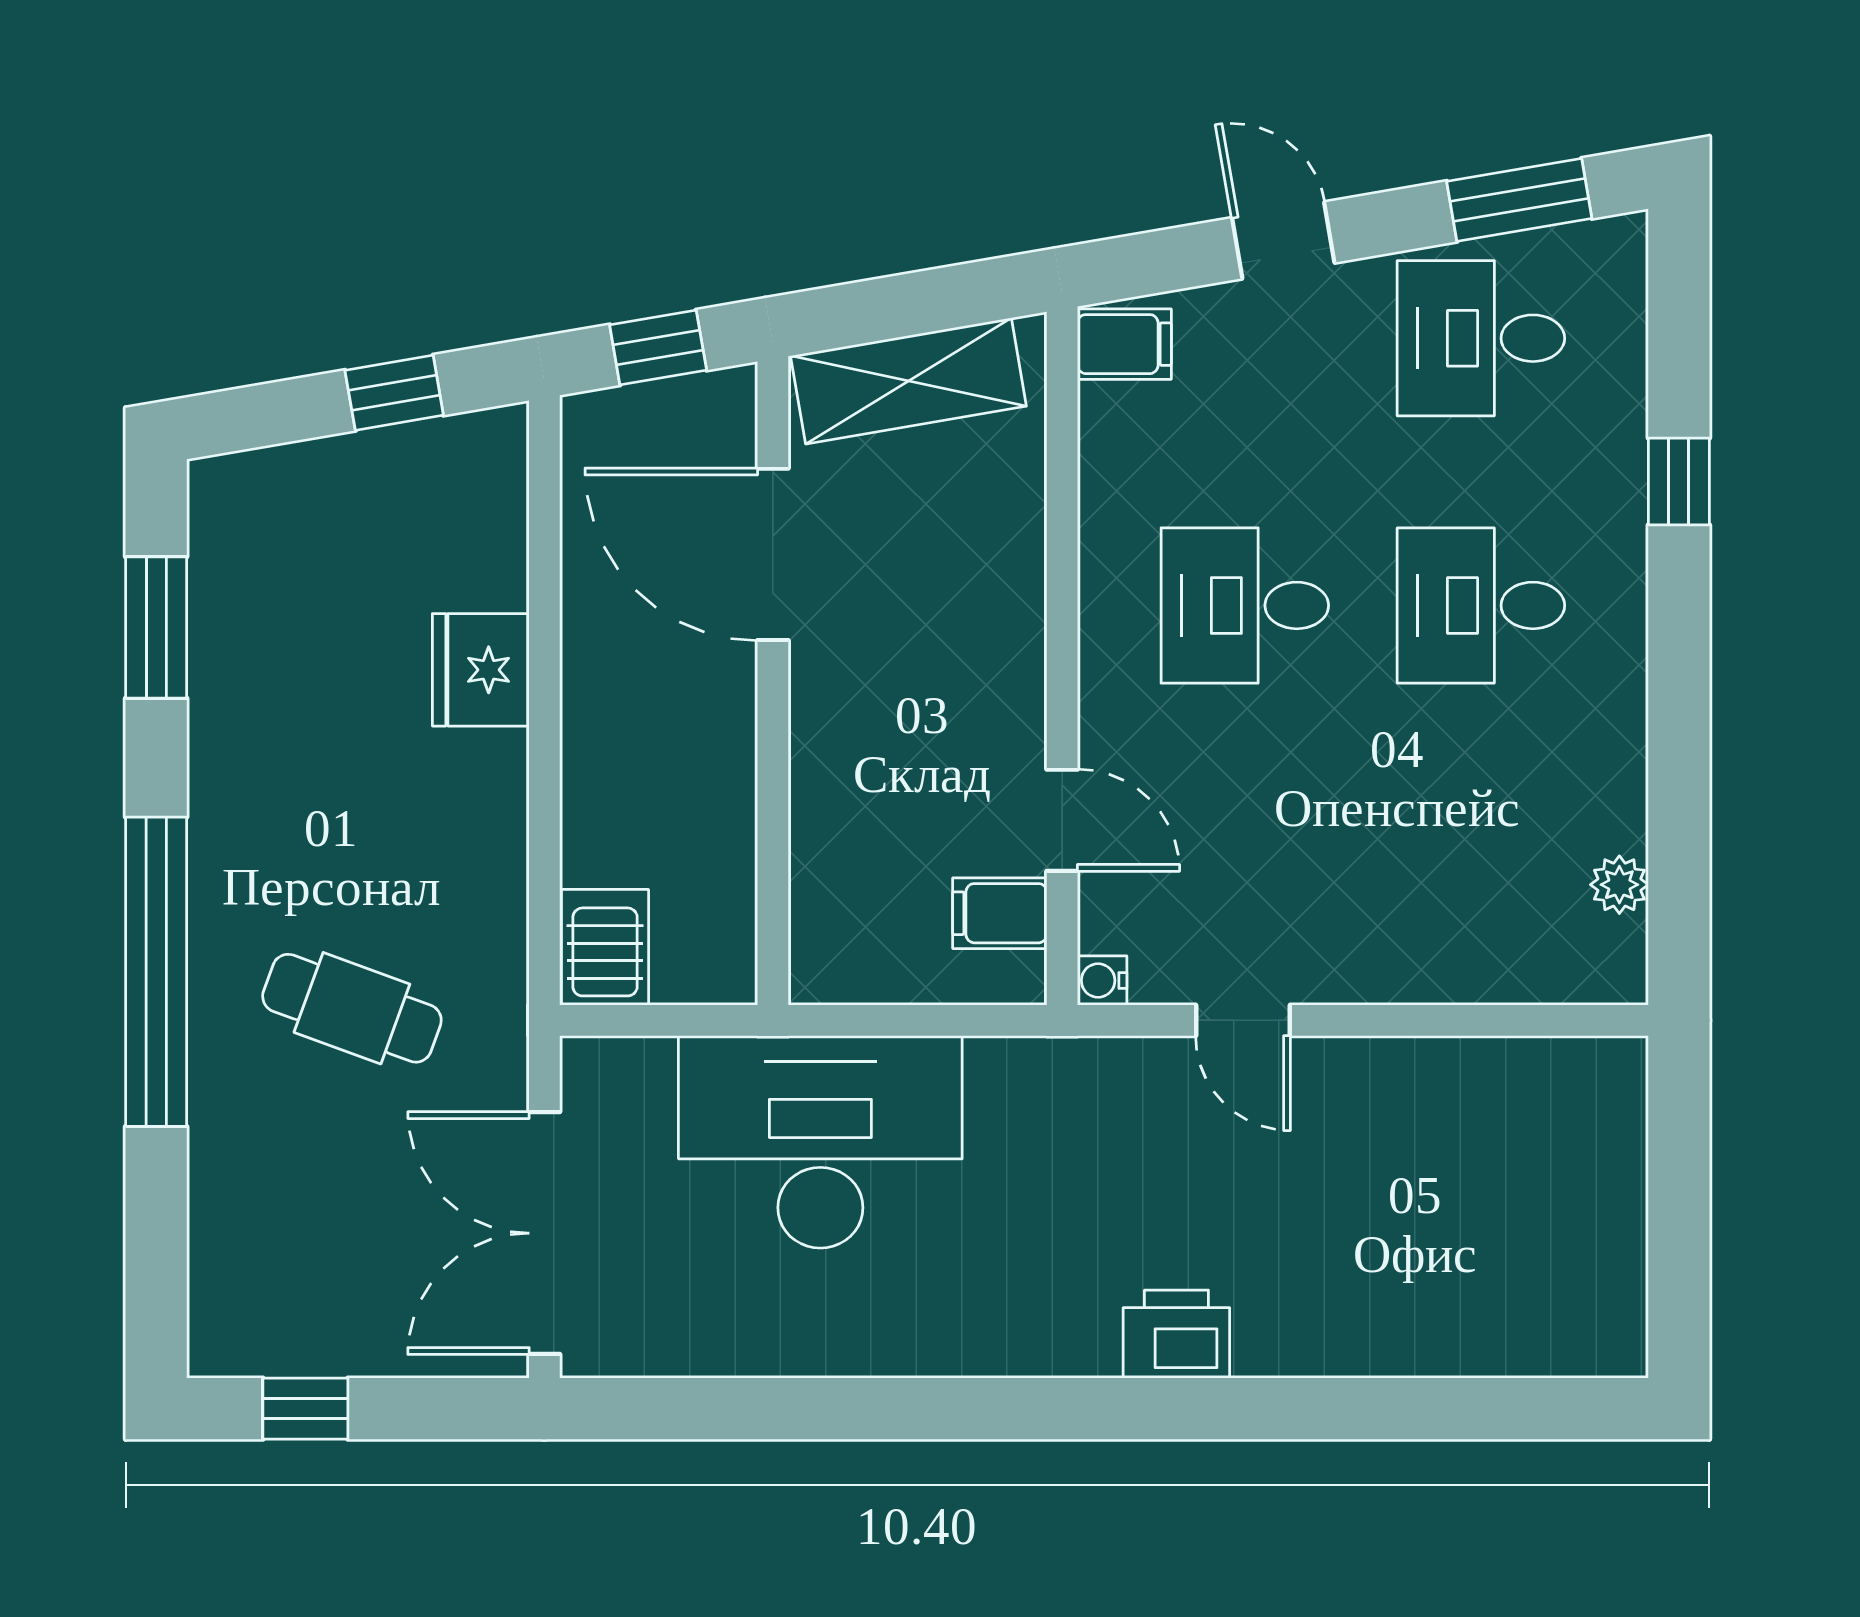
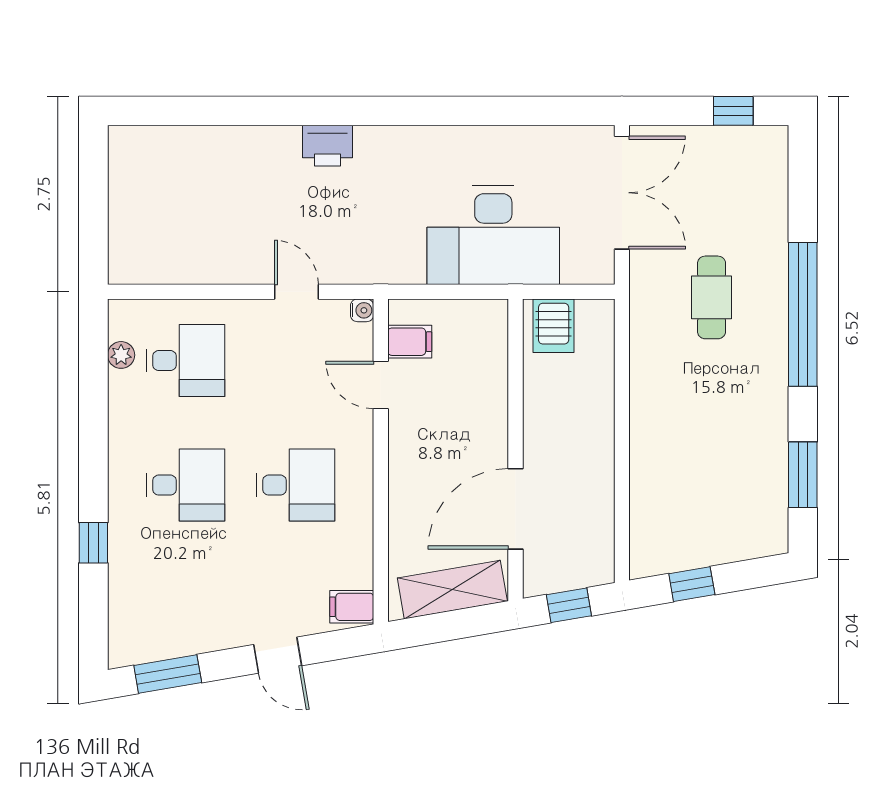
desk: (1481, 338) -> (186, 361), moved
door: (773, 554) -> (515, 509), swing flipped
fridge: (481, 670) -> (652, 455), removed
server rack: (605, 947) -> (554, 326), moved
cafe table: (352, 1008) -> (712, 297), turned 70

